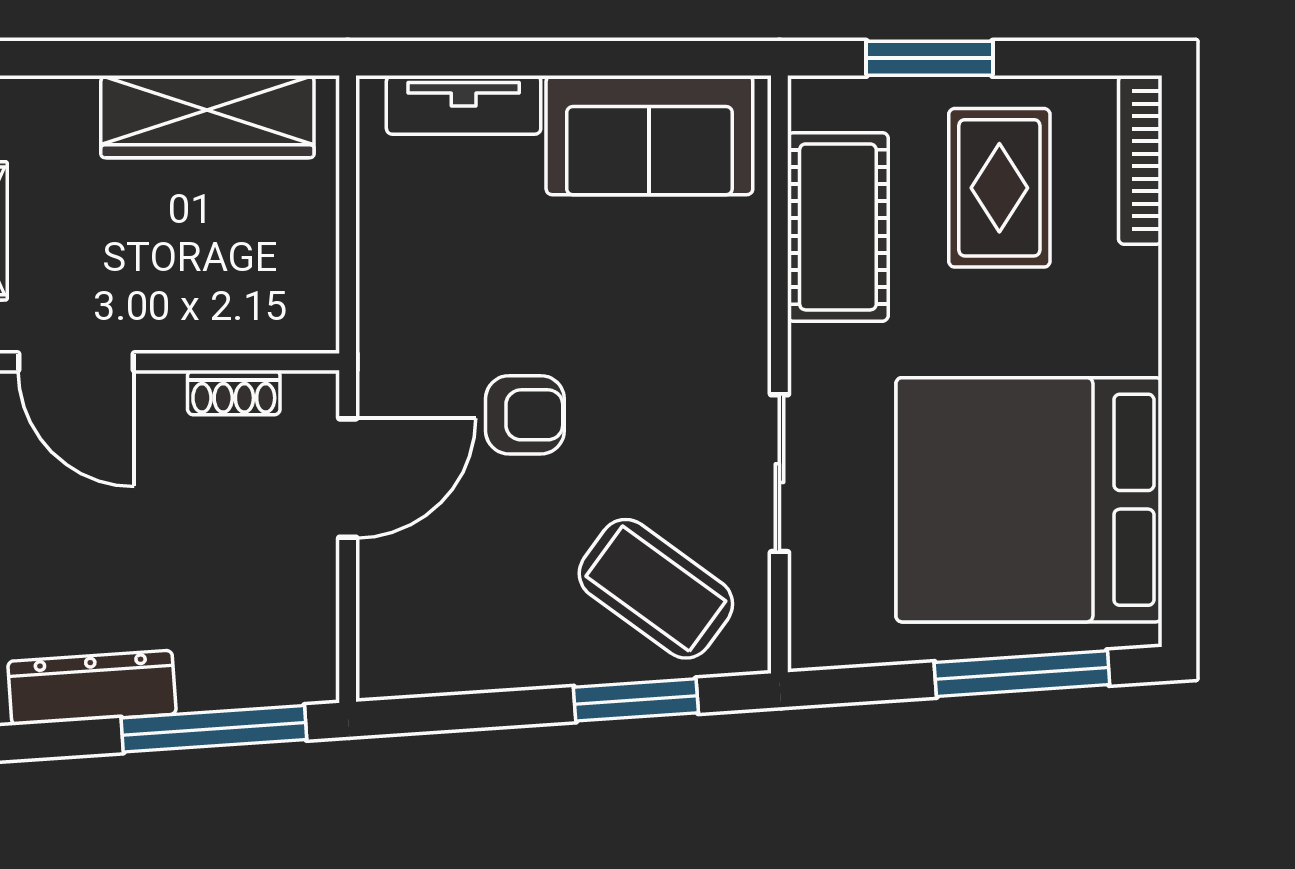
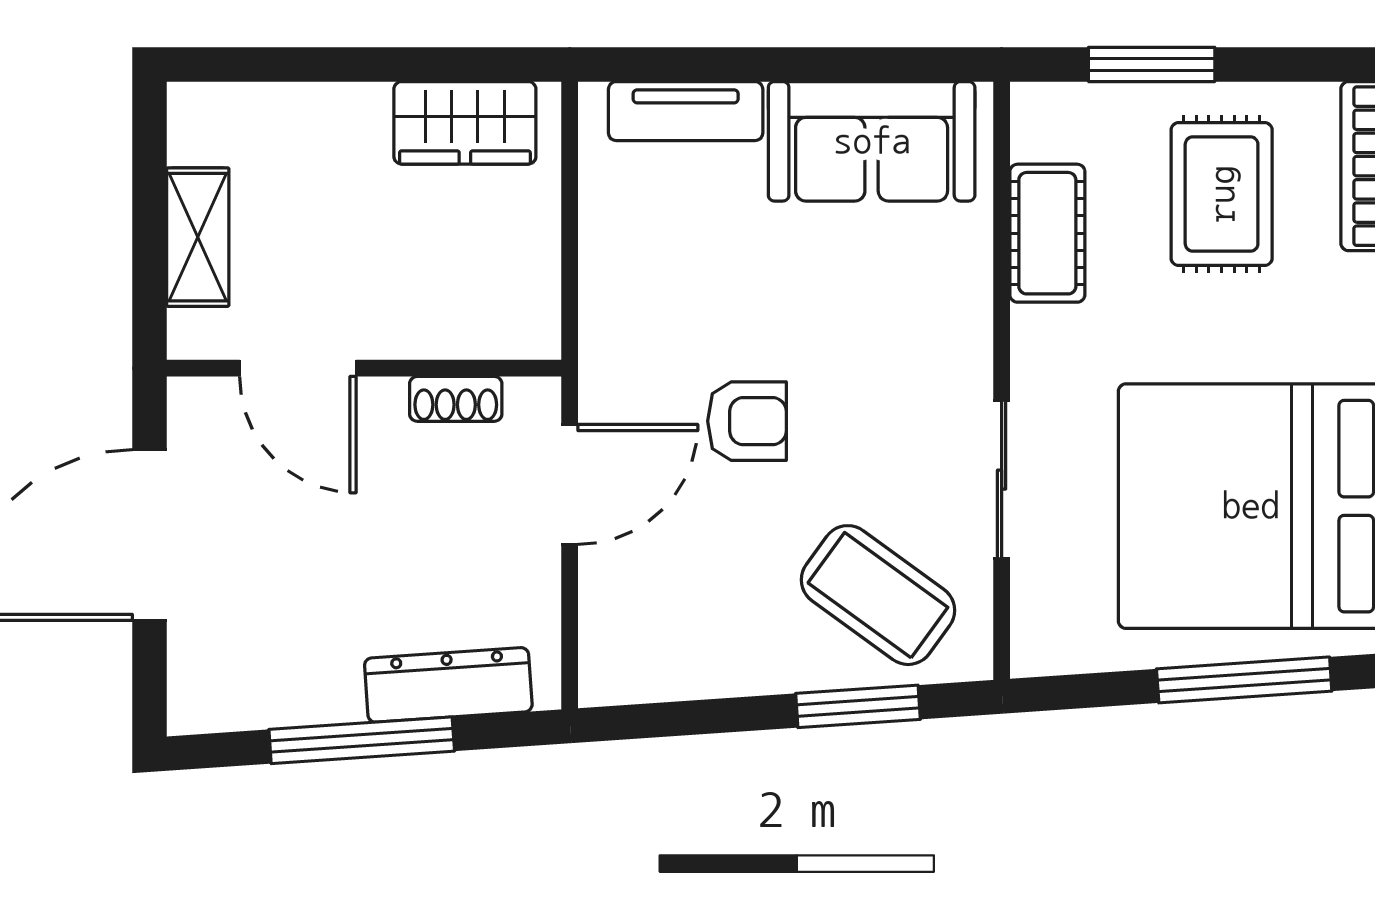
wardrobe: (207, 117) -> (465, 123), width x0.67
cot: (838, 227) -> (1047, 233), width x0.73, depth x0.75
dresser: (92, 688) -> (448, 685), moved
window: (214, 729) -> (362, 740), moved

